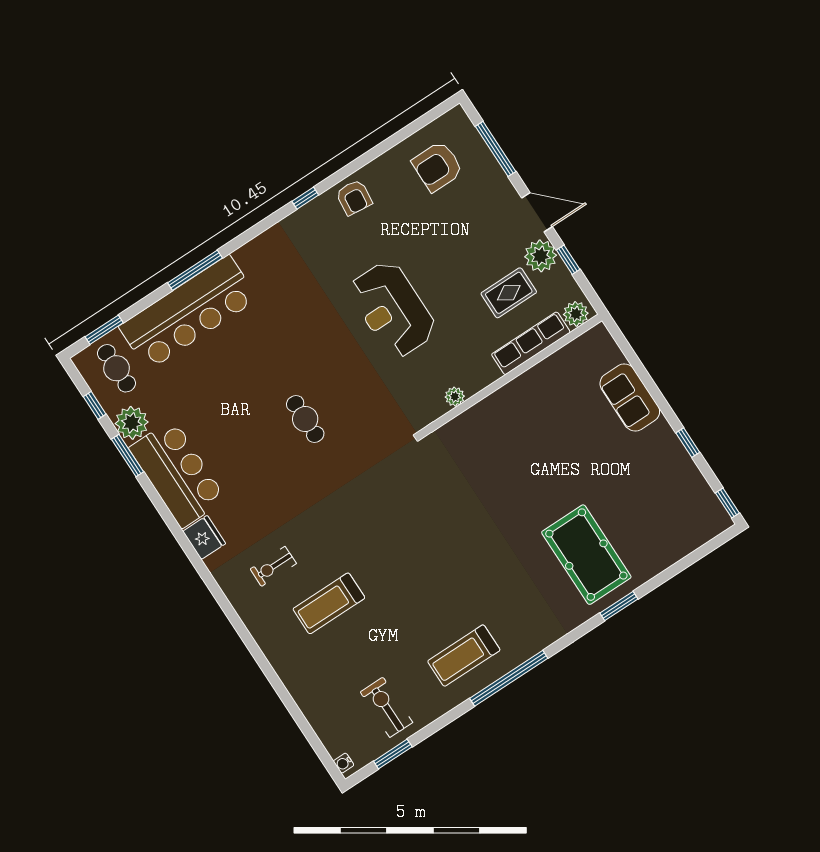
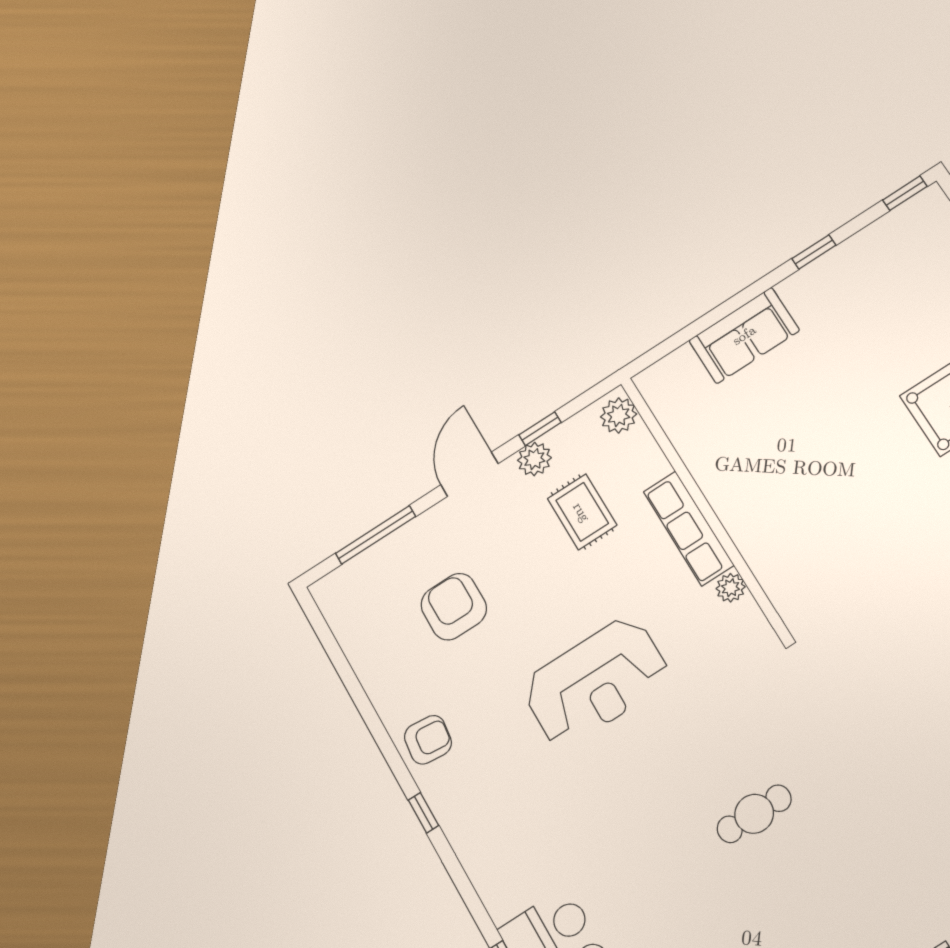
armchair: (437, 166) -> (454, 607), moved, turned 180
plant: (541, 256) -> (534, 459), width x0.73, depth x0.73
row of seats: (531, 343) -> (689, 528), moved

